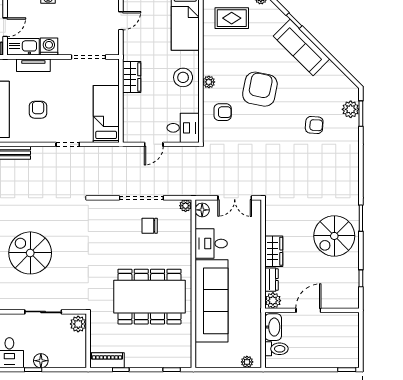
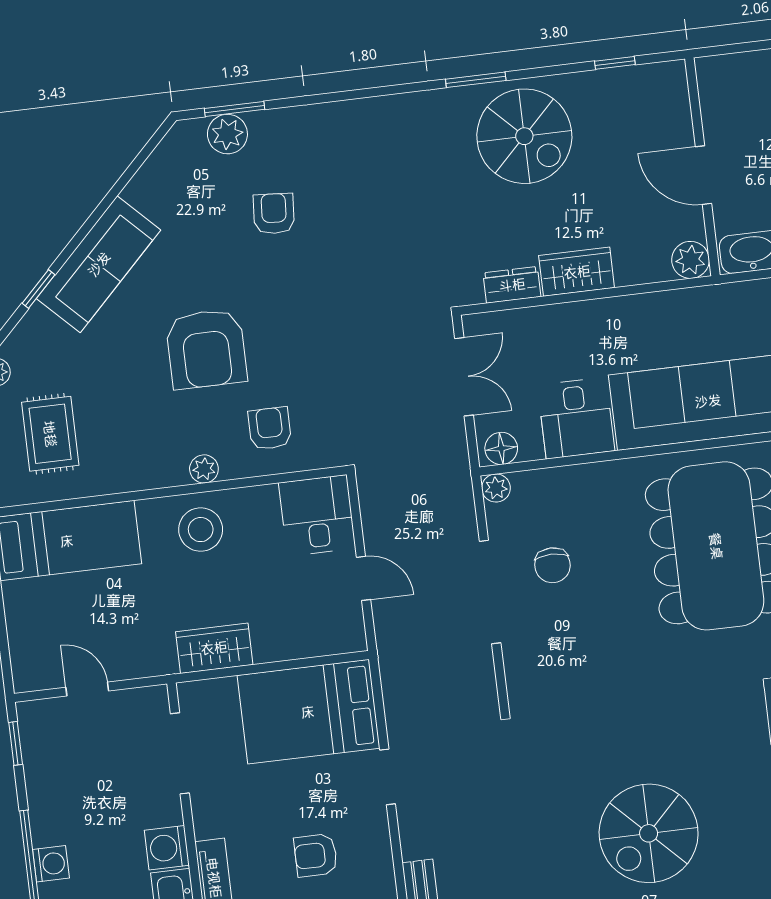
armchair: (260, 89) -> (206, 349), turned -101
bed: (106, 114) -> (308, 712), width x1.50
dresser: (271, 280) -> (512, 285), moved

